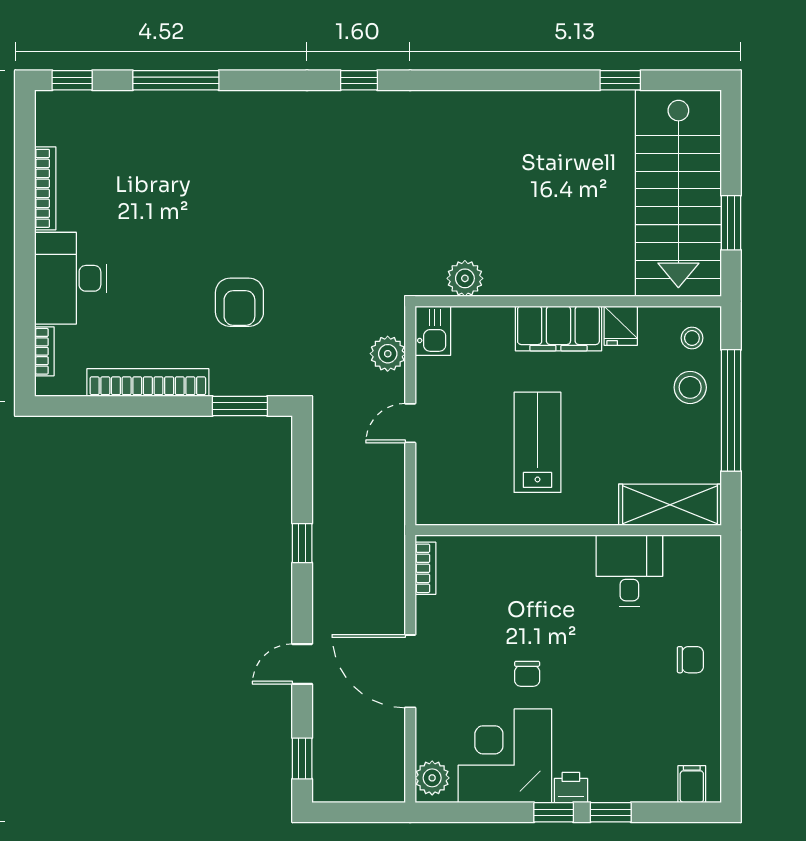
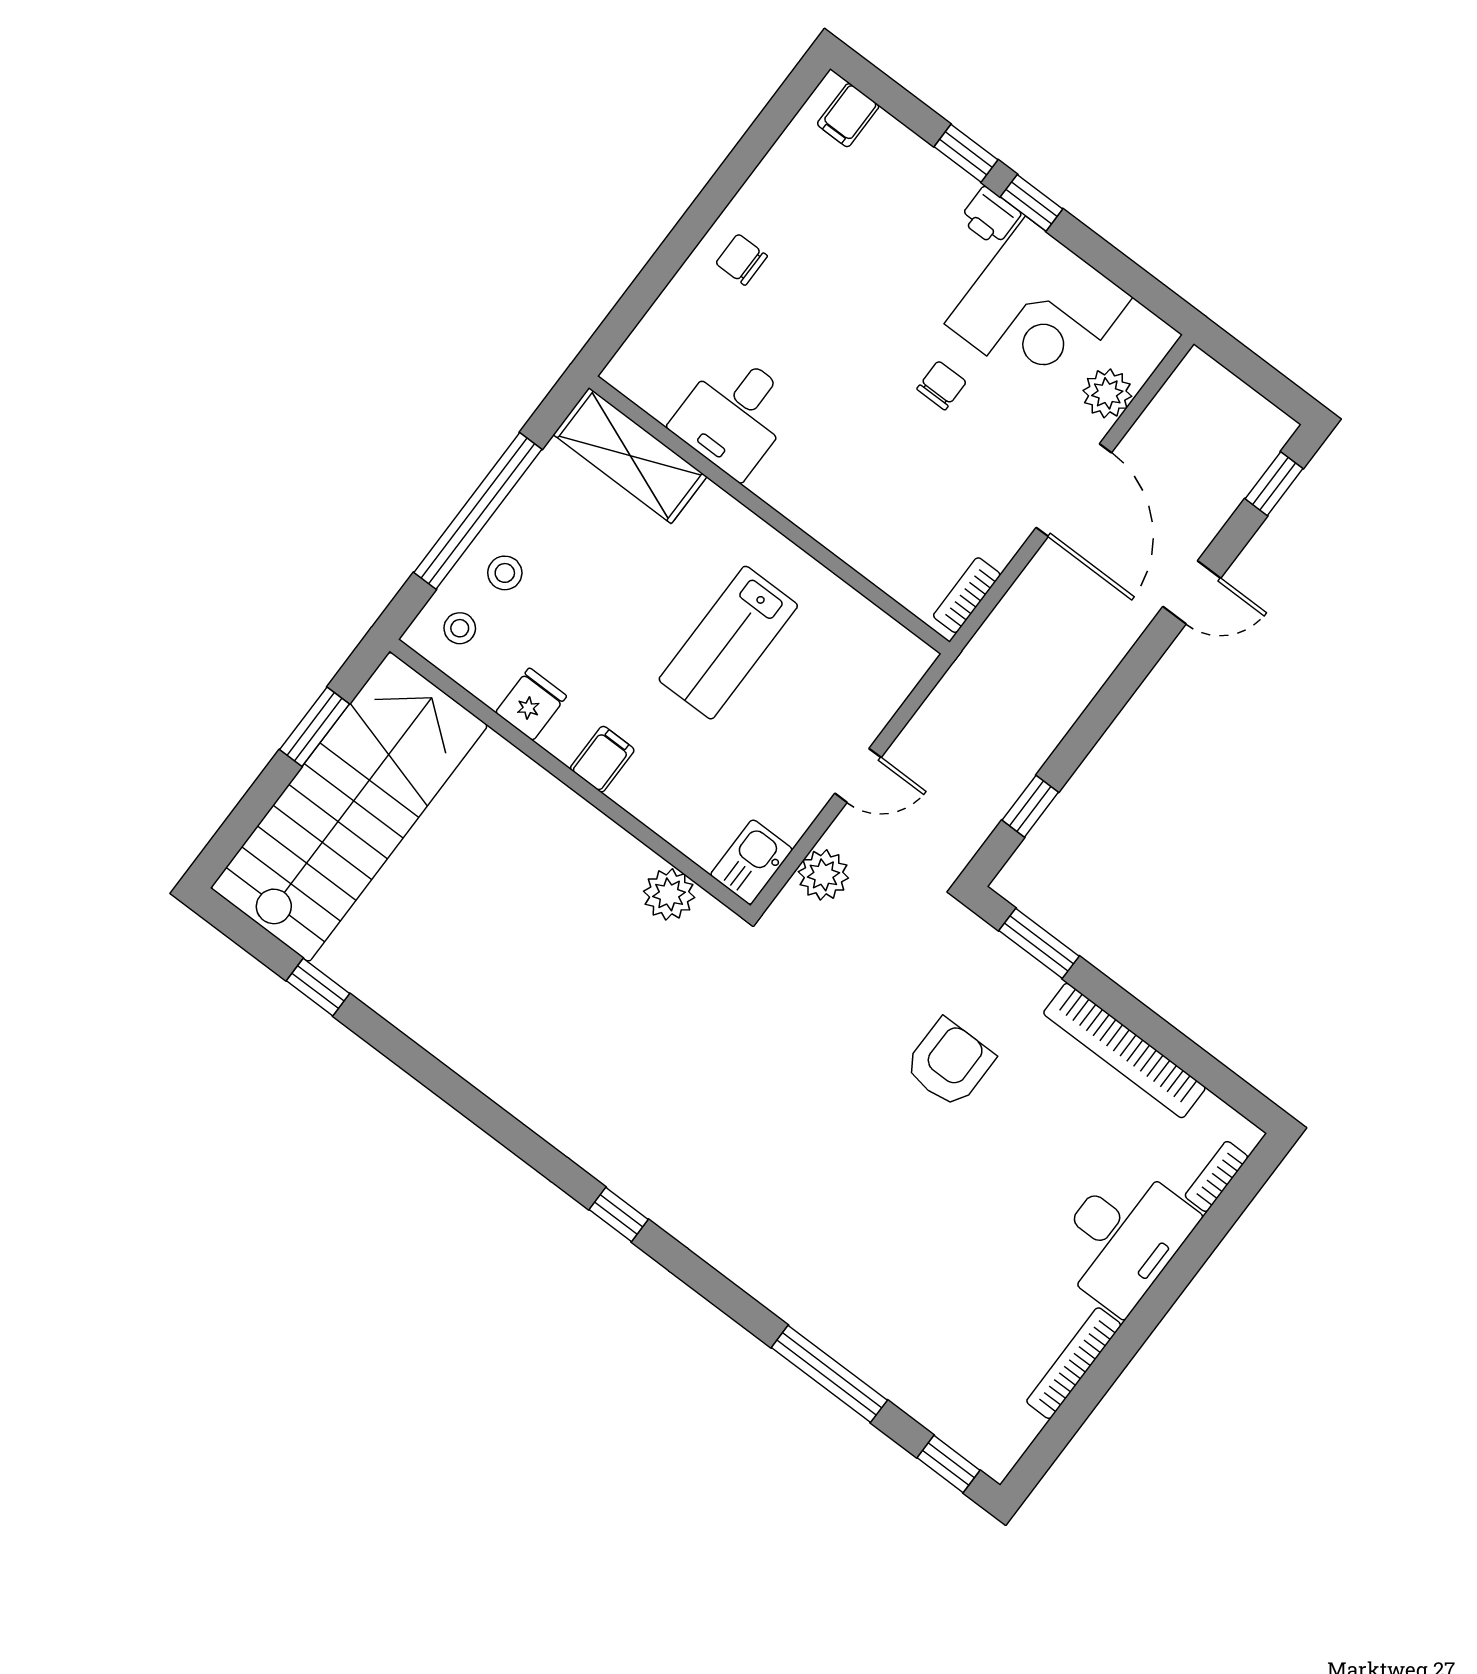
filing cabinet: (558, 328) -> (602, 759), width x0.33, depth x0.86
stool: (690, 387) -> (505, 573), width x0.73, depth x0.73
window: (302, 543) -> (1030, 806), moved
plant: (432, 778) -> (1107, 393), moved

